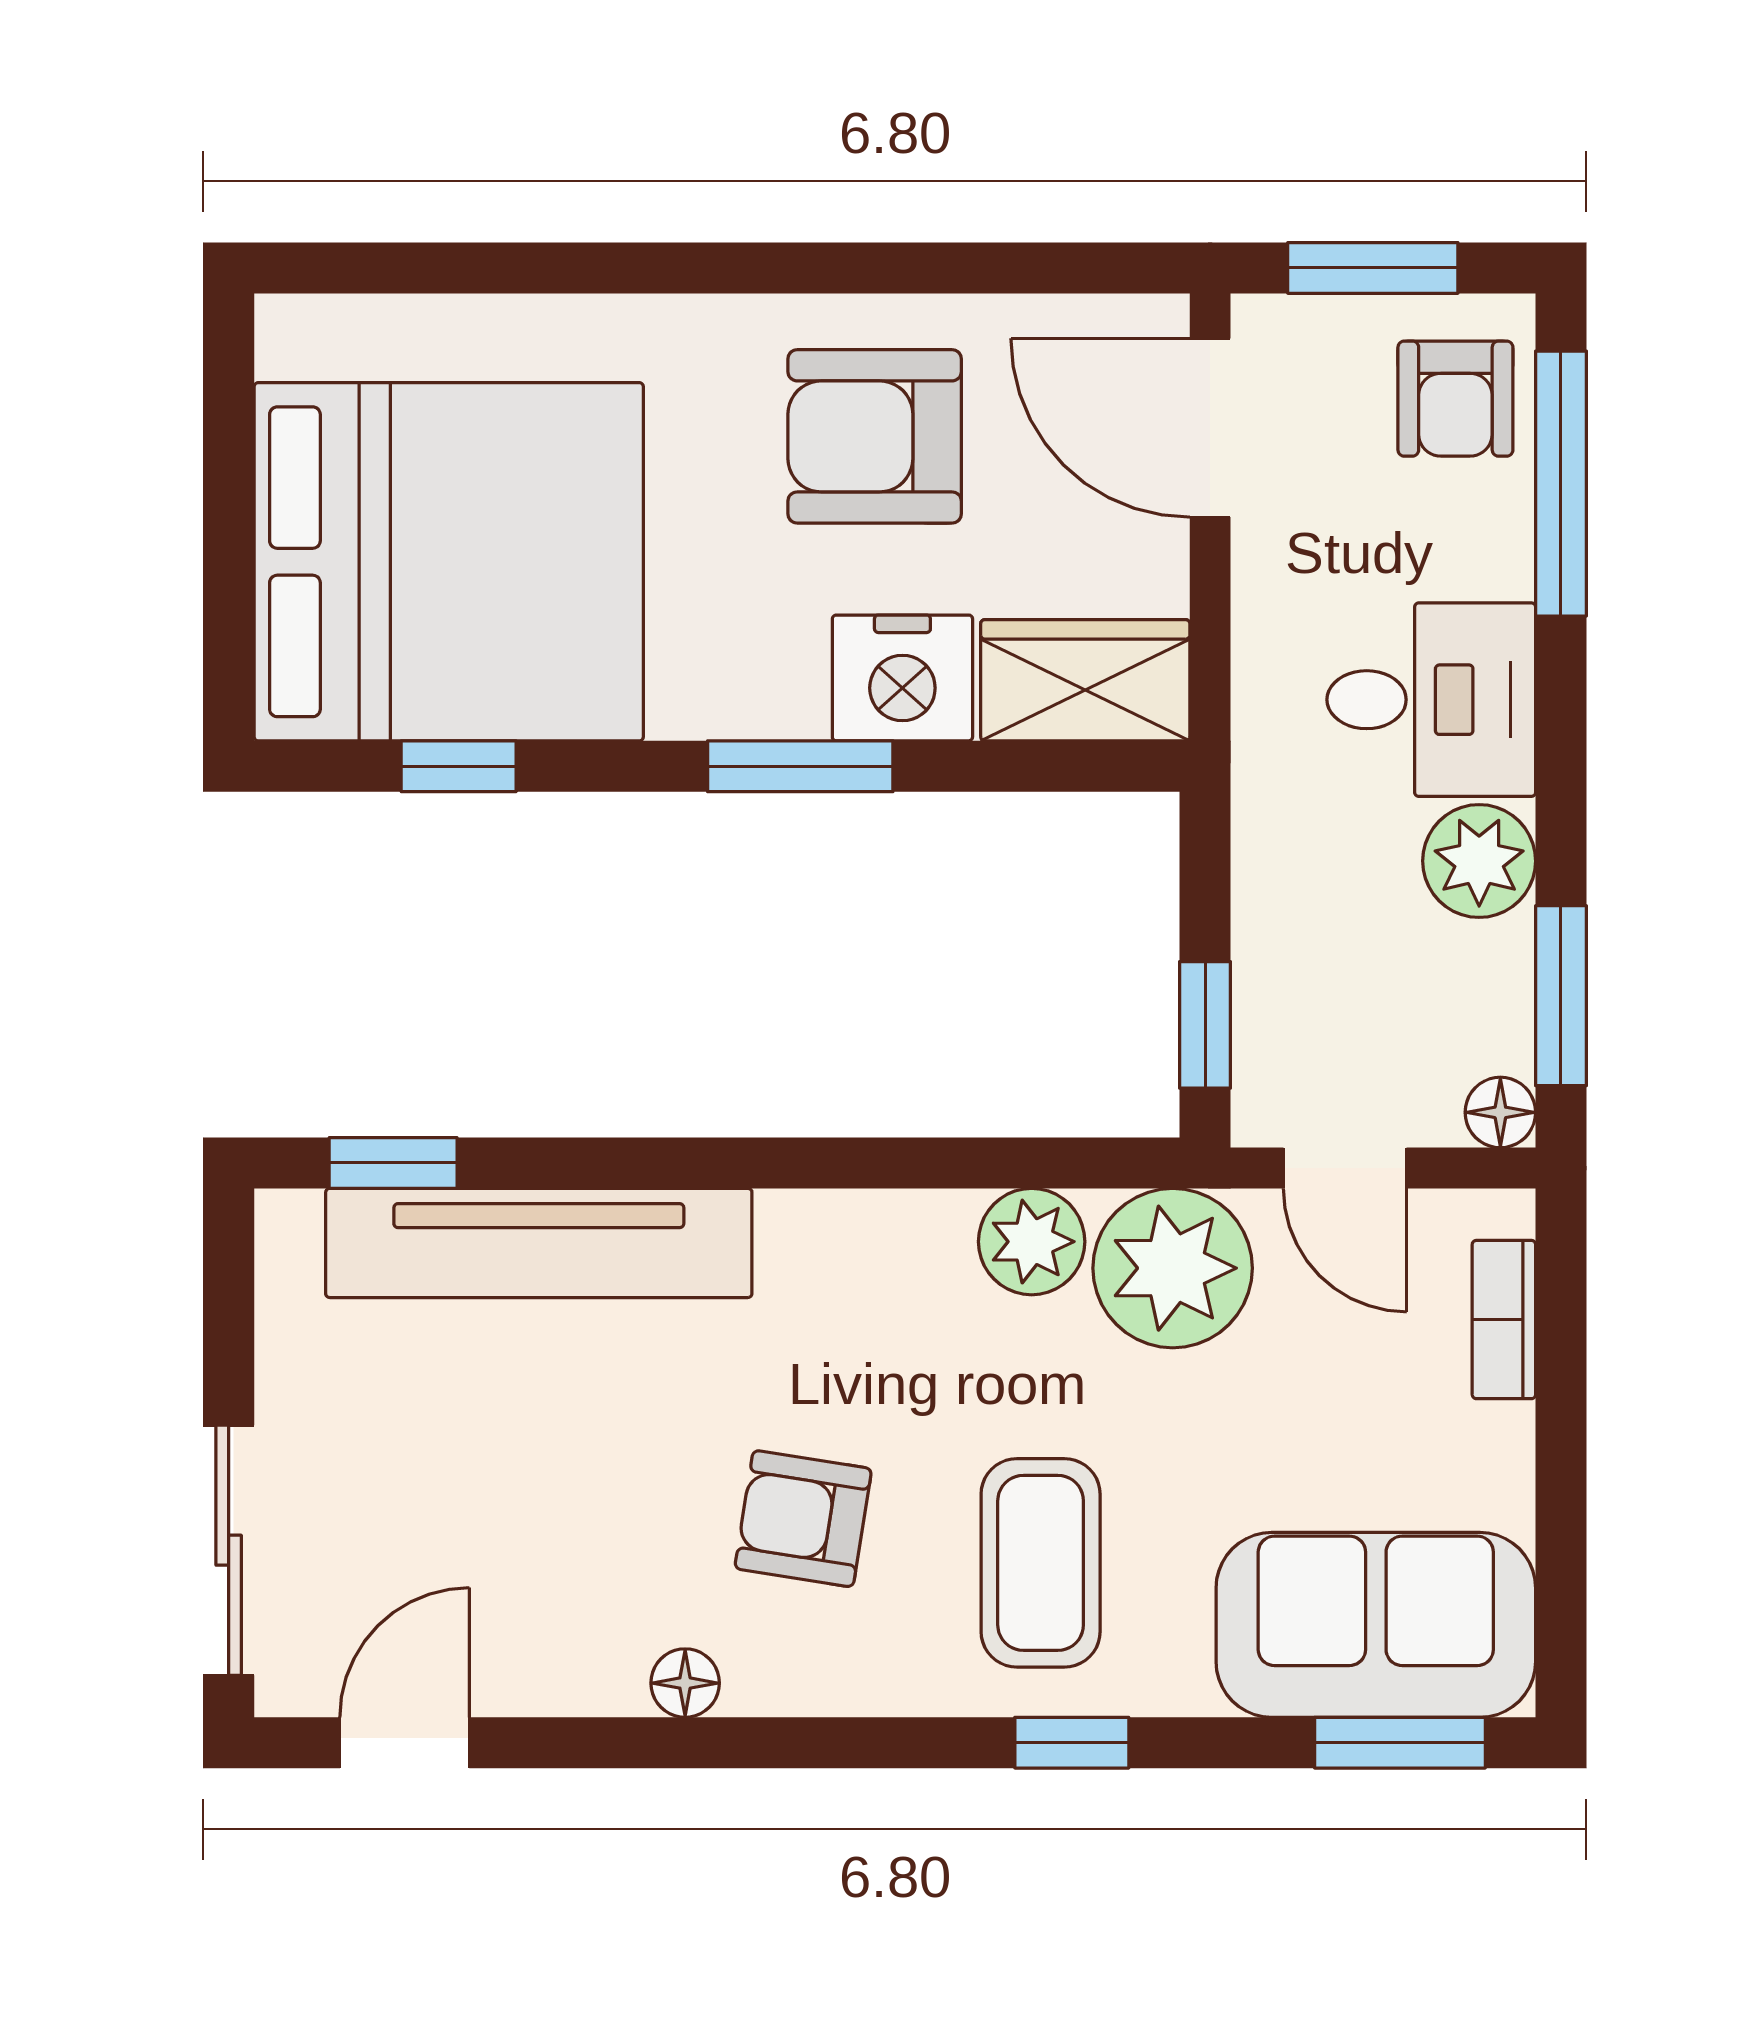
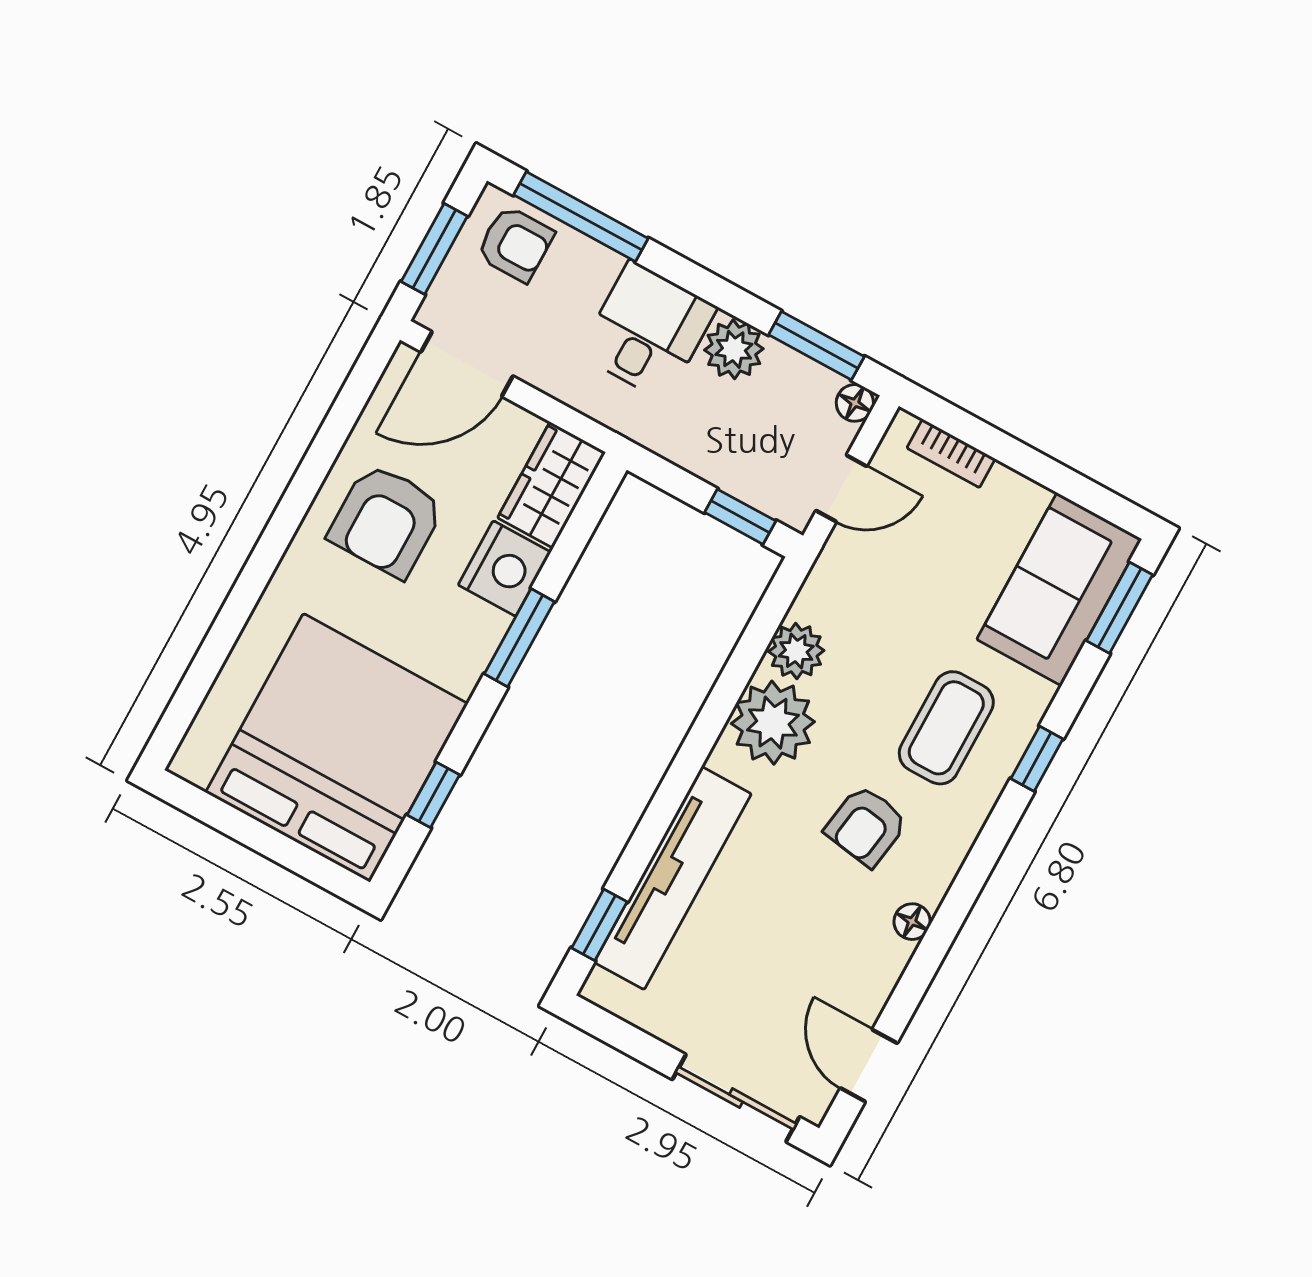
plant: (1173, 1268) -> (773, 723), moved
coffee table: (1041, 1563) -> (946, 728), turned 90

